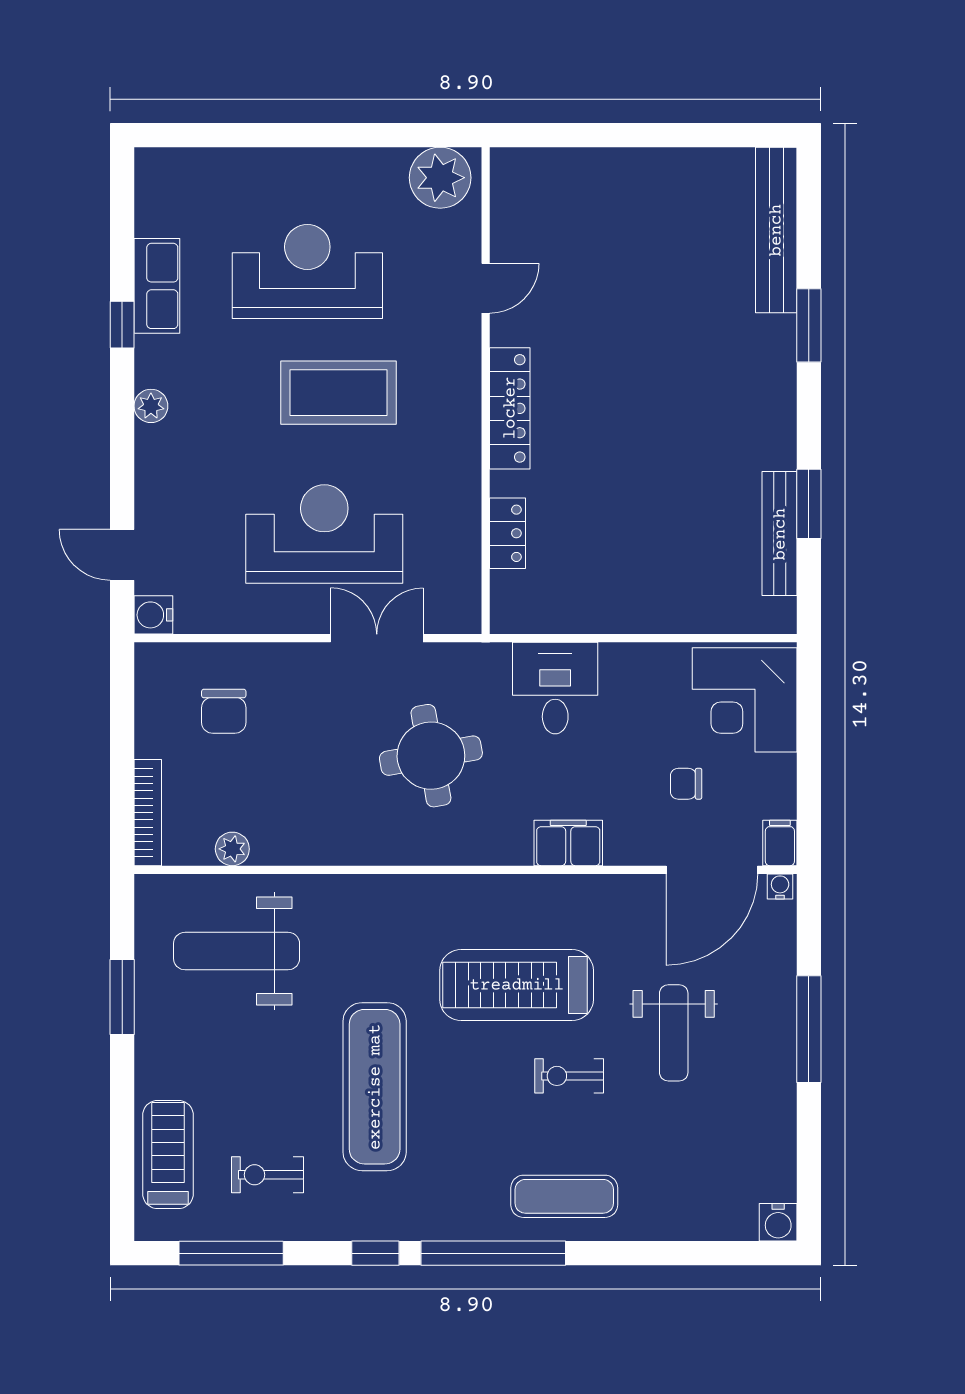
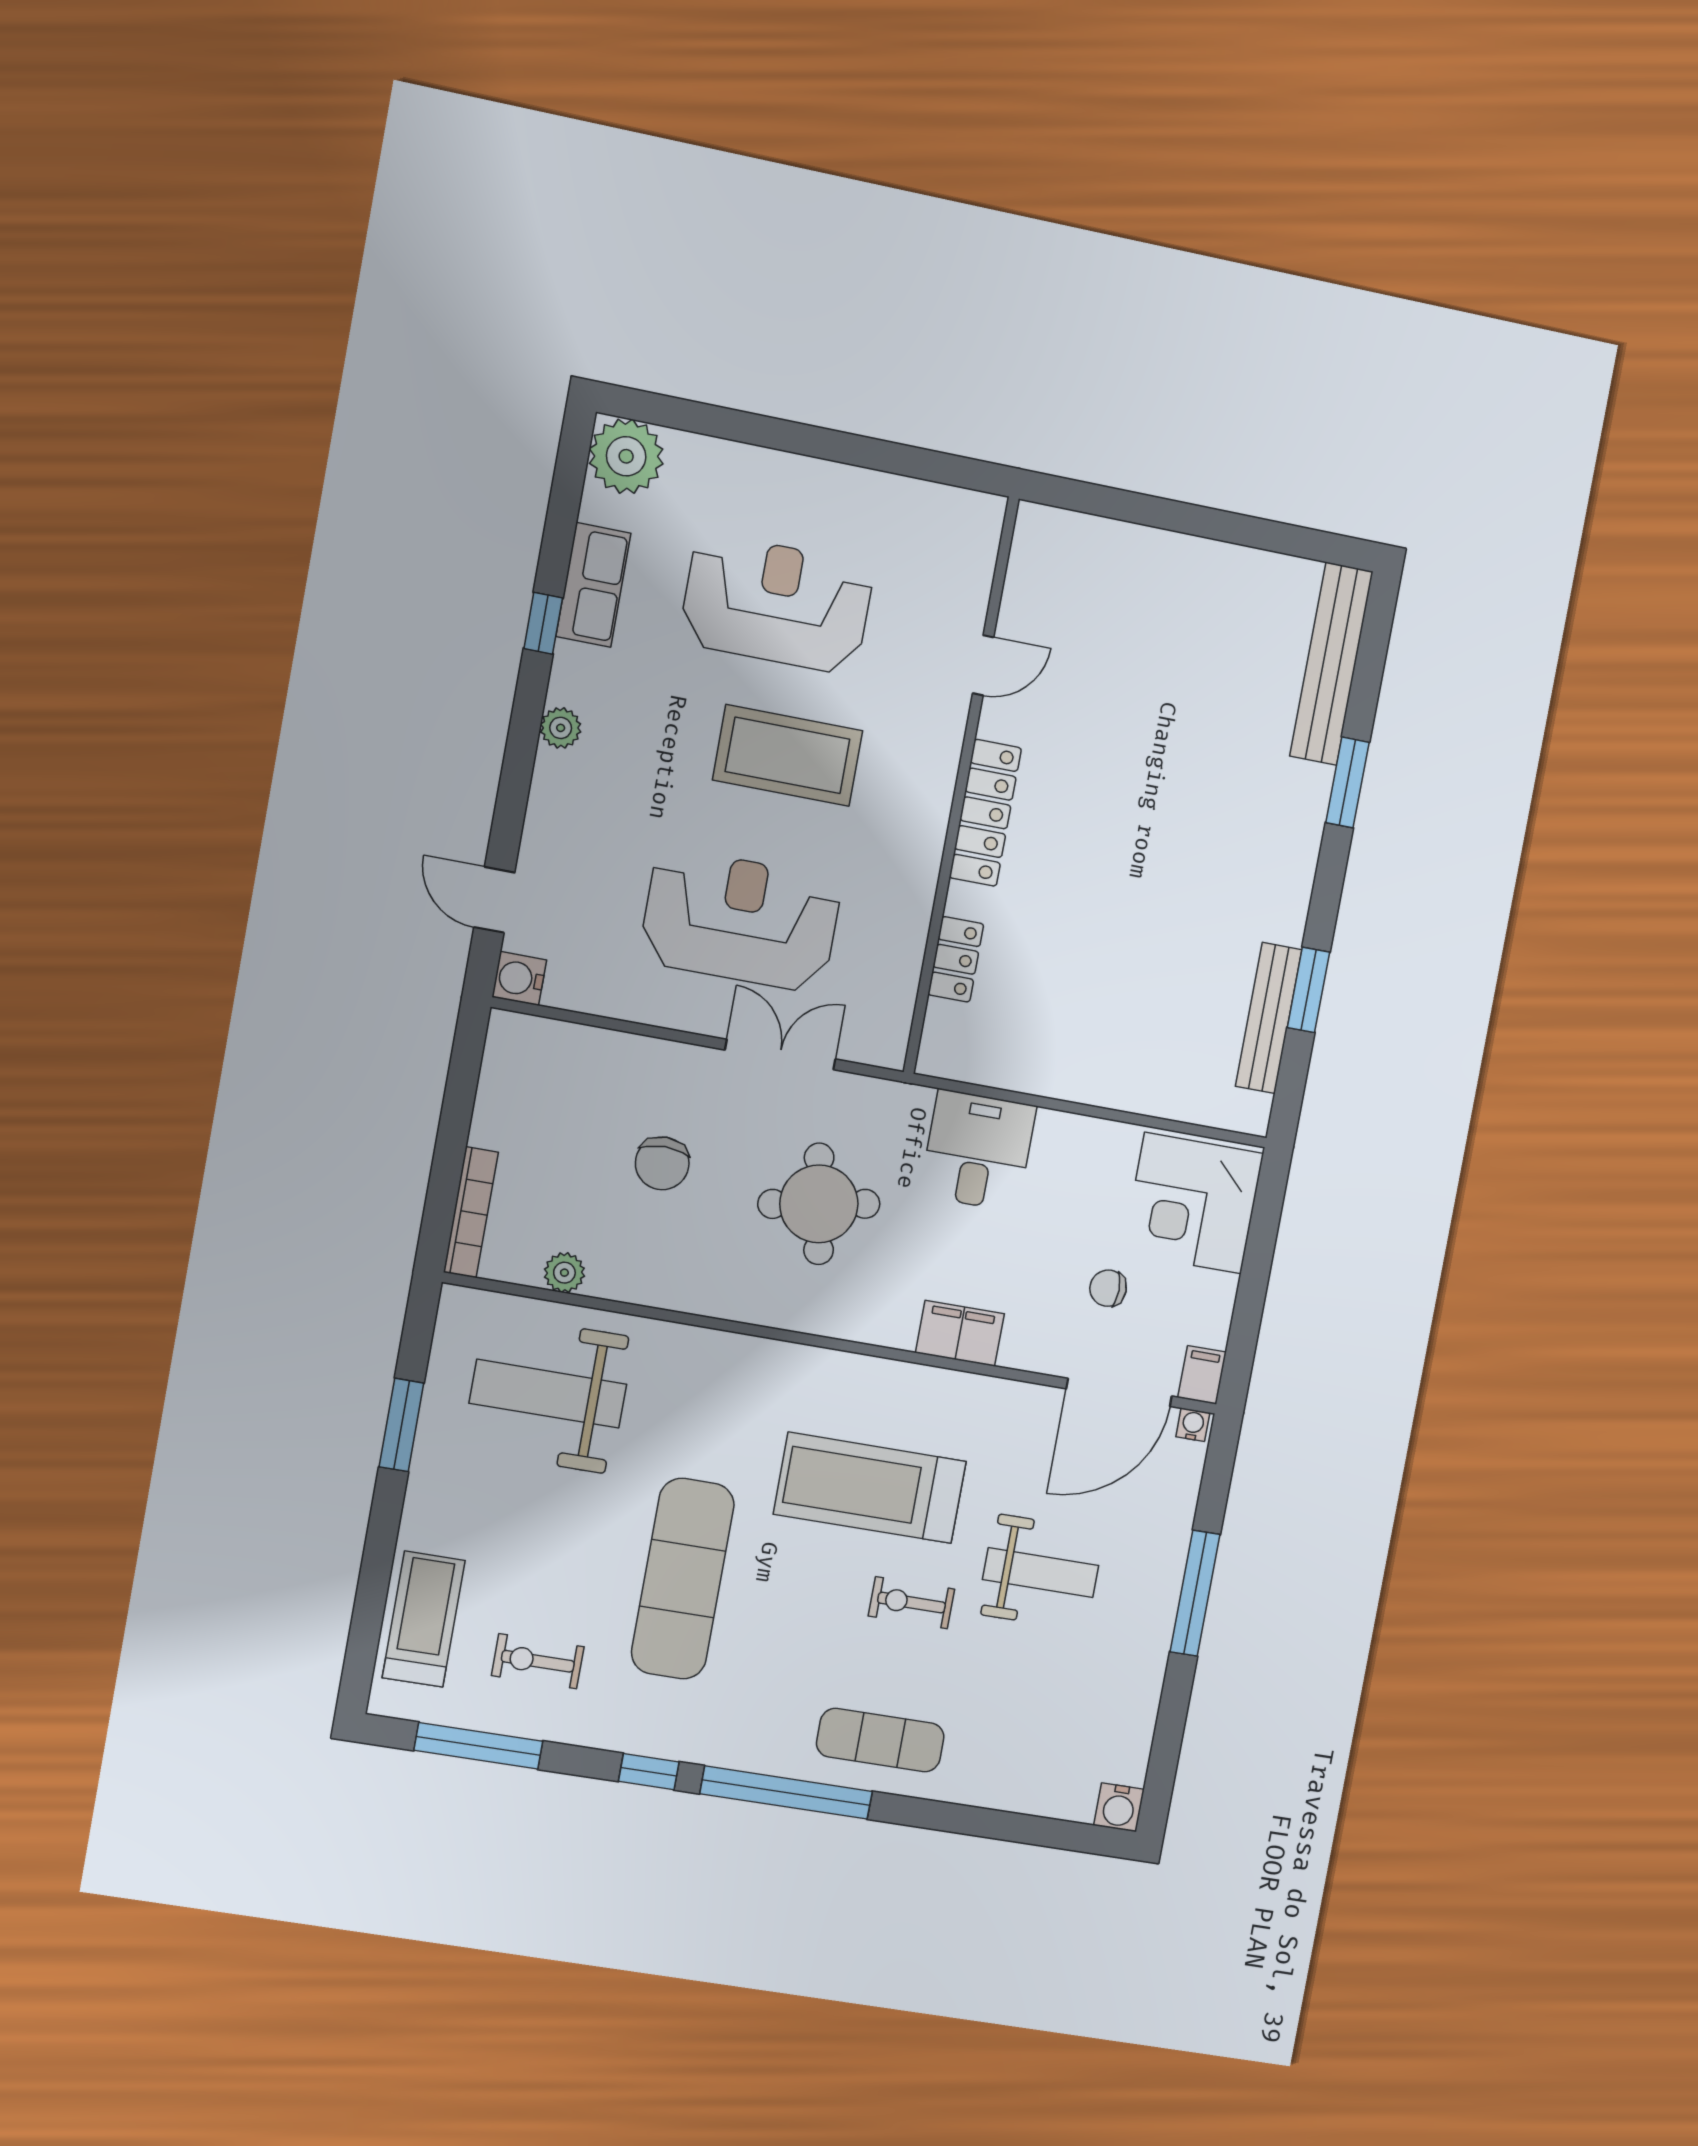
plant: (440, 178) -> (626, 456), moved
chair: (224, 711) -> (662, 1163), moved
weight bench: (674, 1033) -> (1041, 1573), turned -90

